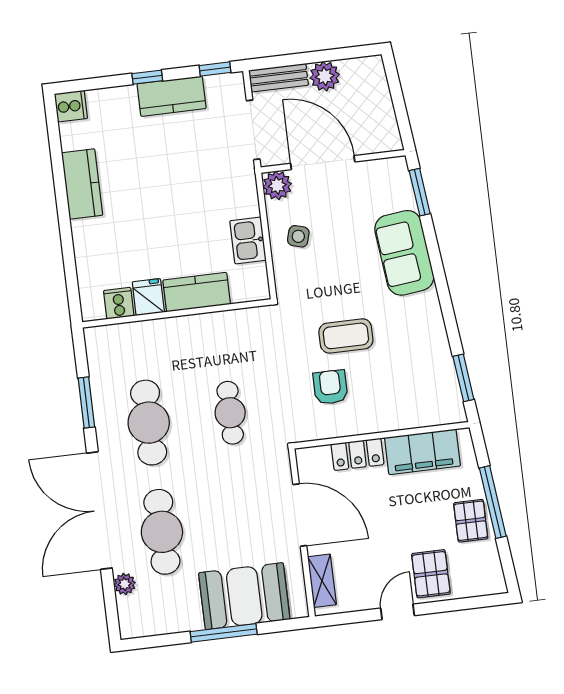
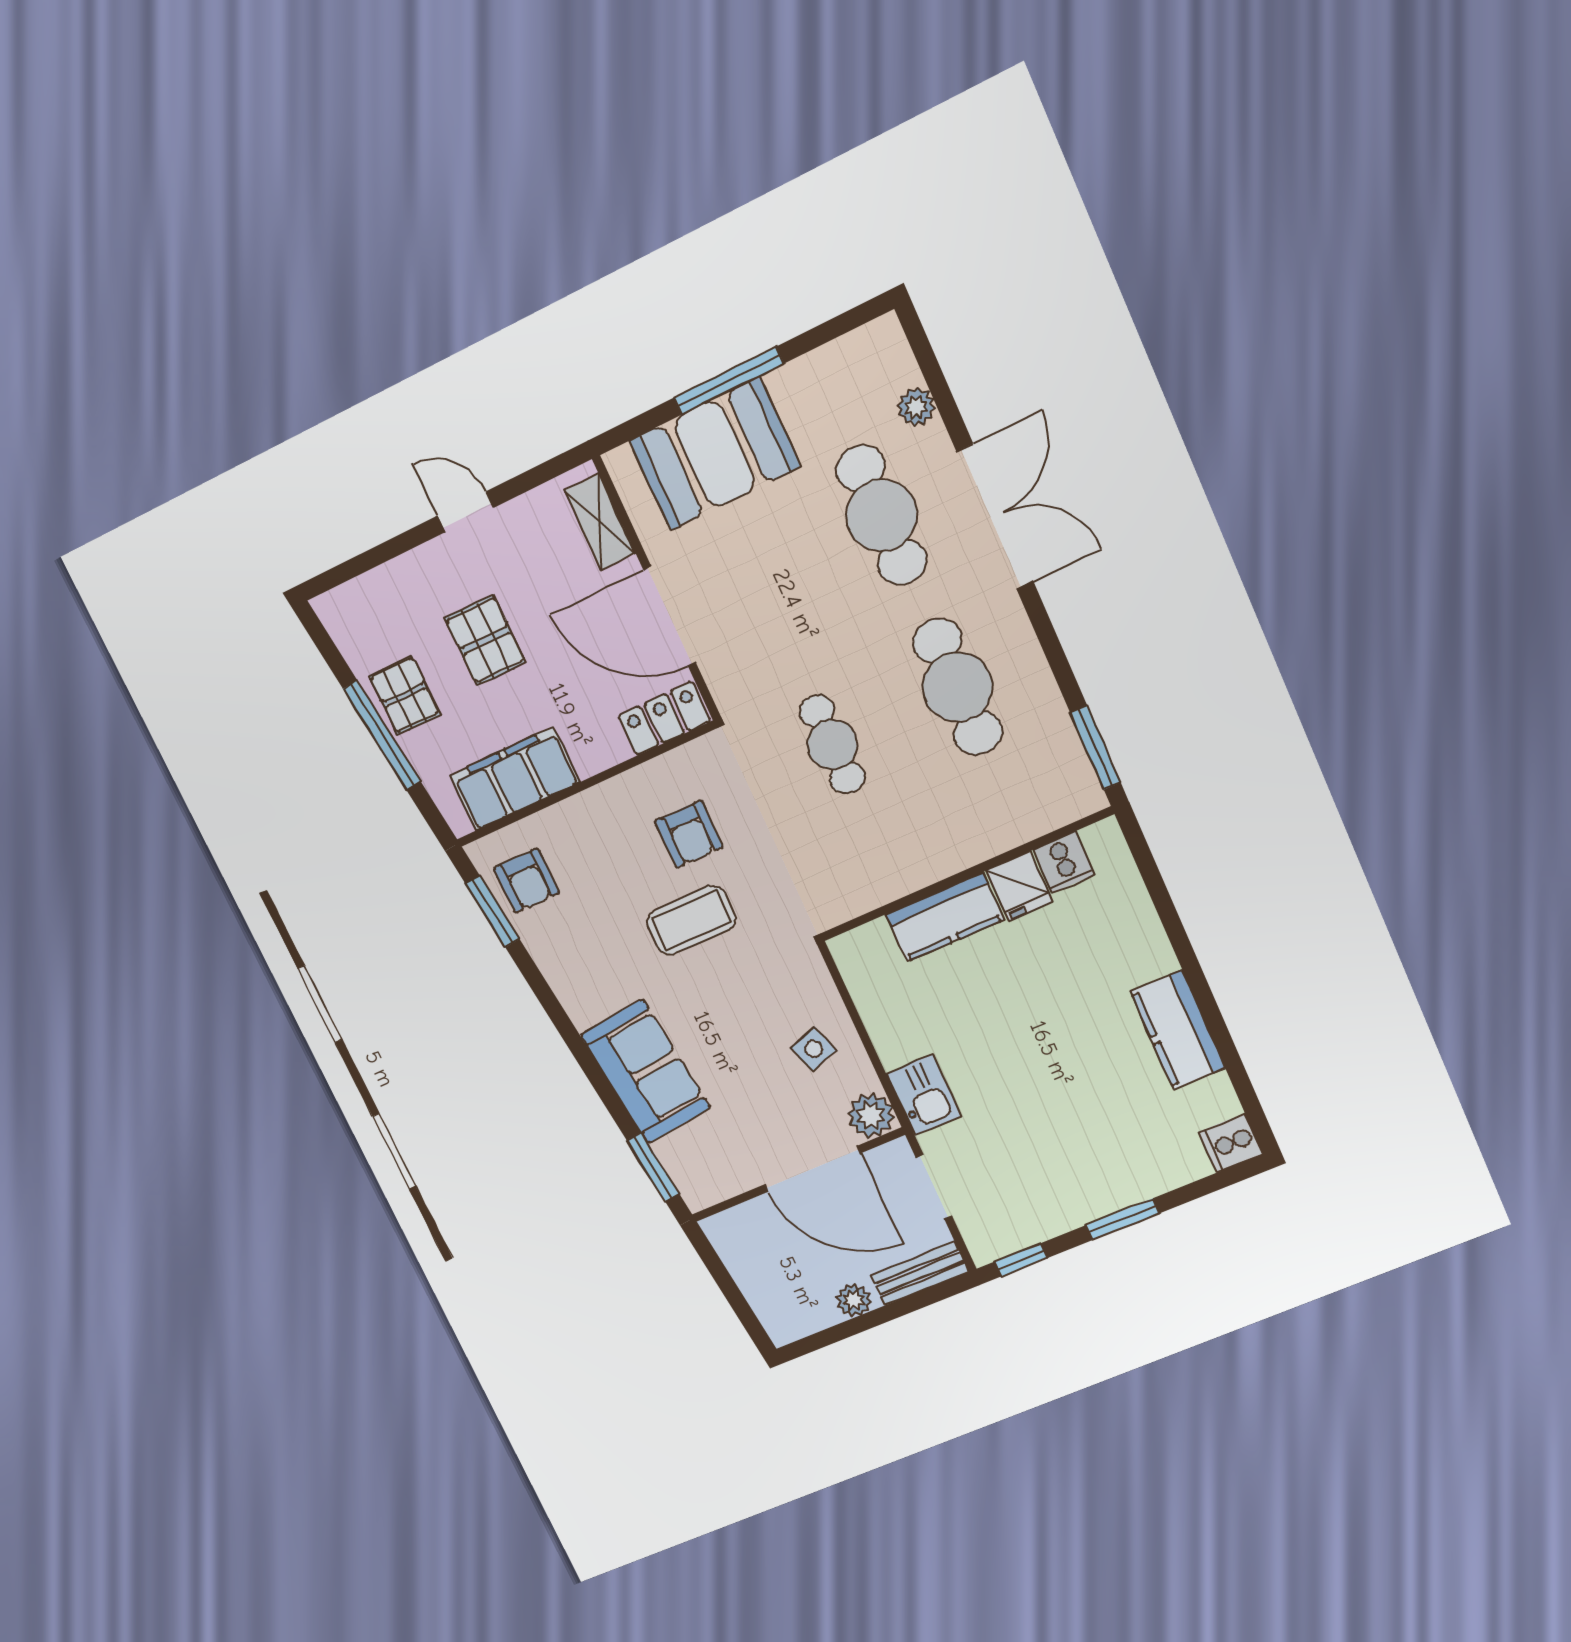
plant: (325, 76) -> (854, 1300), width x0.73, depth x0.73
window: (147, 77) -> (1122, 1219), width x1.50
kitchen counter: (172, 96) -> (1076, 1202), removed
doorway: (253, 130) -> (934, 1187), width x0.73
side table: (298, 236) -> (814, 1049), turned -35
kitchen sink: (248, 240) -> (924, 1095), moved
armchair: (436, 390) -> (526, 881), added
window: (86, 403) -> (1095, 747), moved
locker: (357, 454) -> (664, 718), moved
double door: (99, 511) -> (995, 516), width x0.73
pallet: (431, 574) -> (485, 640), moved
door: (398, 612) -> (465, 512), swing flipped

